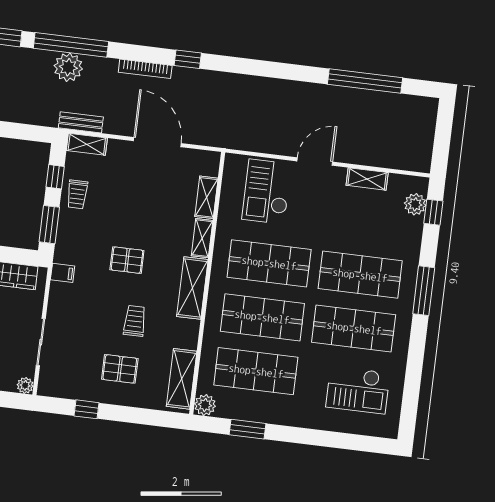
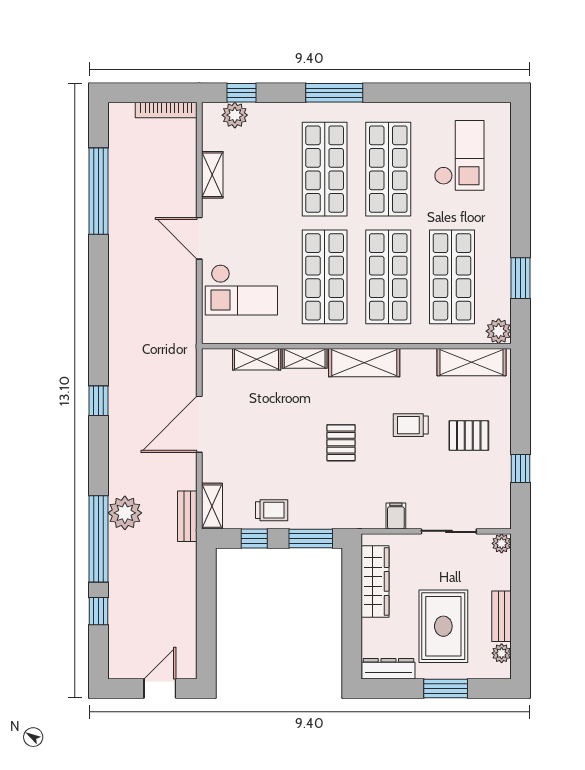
plant: (68, 67) -> (125, 513), moved
bookcase: (145, 69) -> (166, 110), moved, turned 90
filing cabinet: (63, 273) -> (396, 516), moved
pallet: (120, 369) -> (469, 436), turned 90

